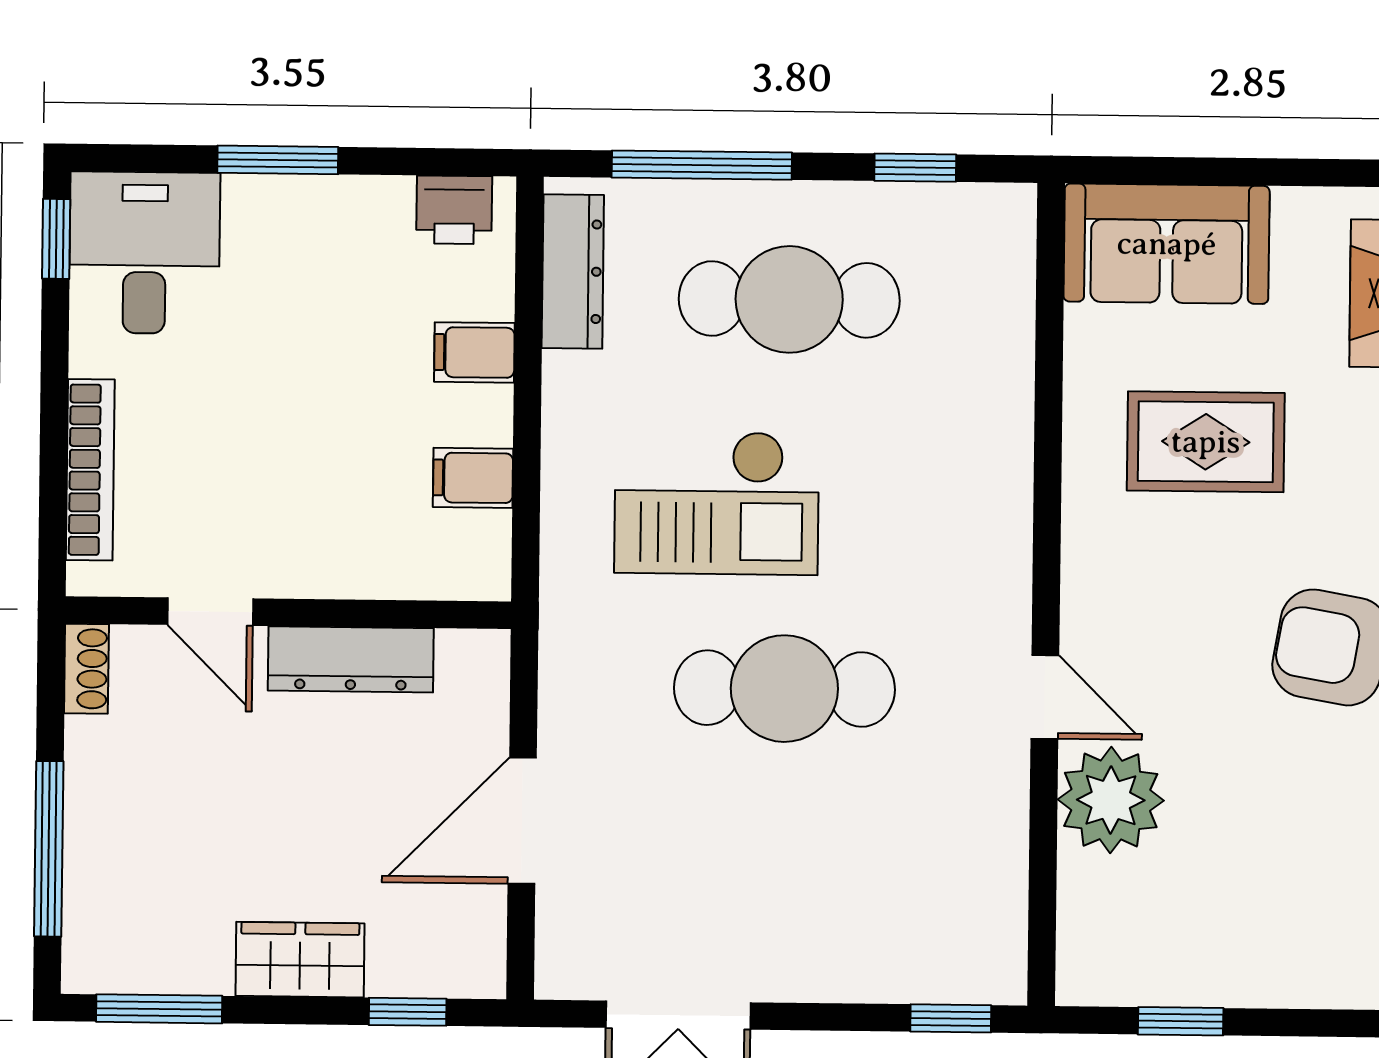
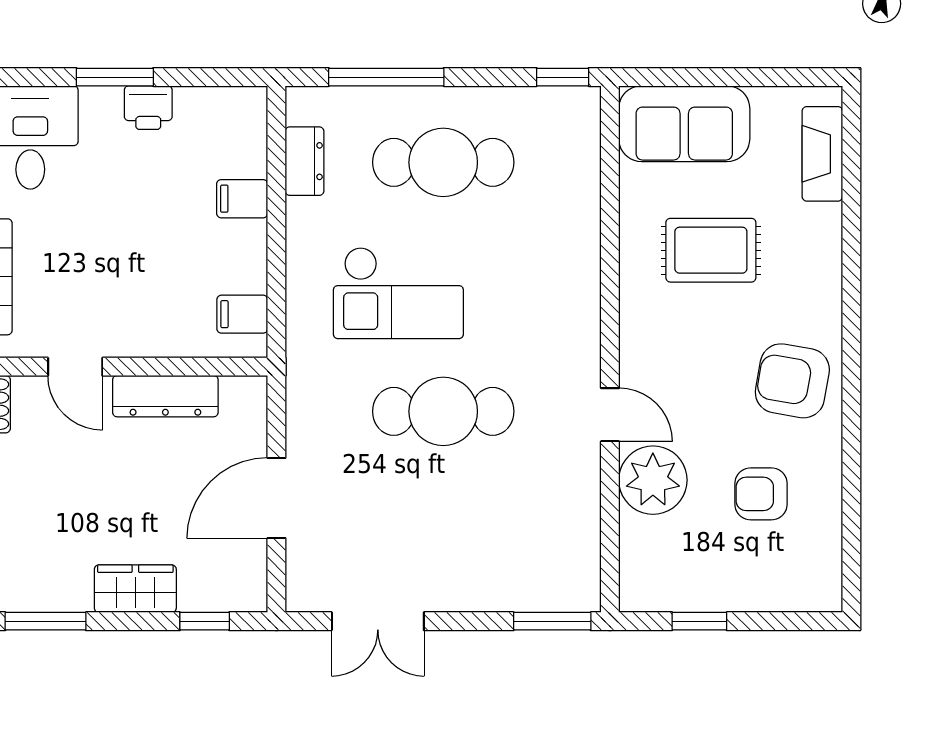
window: (915, 168) -> (563, 77), moved
printer: (454, 210) -> (148, 108), moved
dresser: (573, 271) -> (305, 161), width x0.70
filing cabinet: (473, 478) -> (242, 314), moved
armchair: (1279, 823) -> (761, 494), added
window: (951, 1018) -> (552, 621), width x1.50

